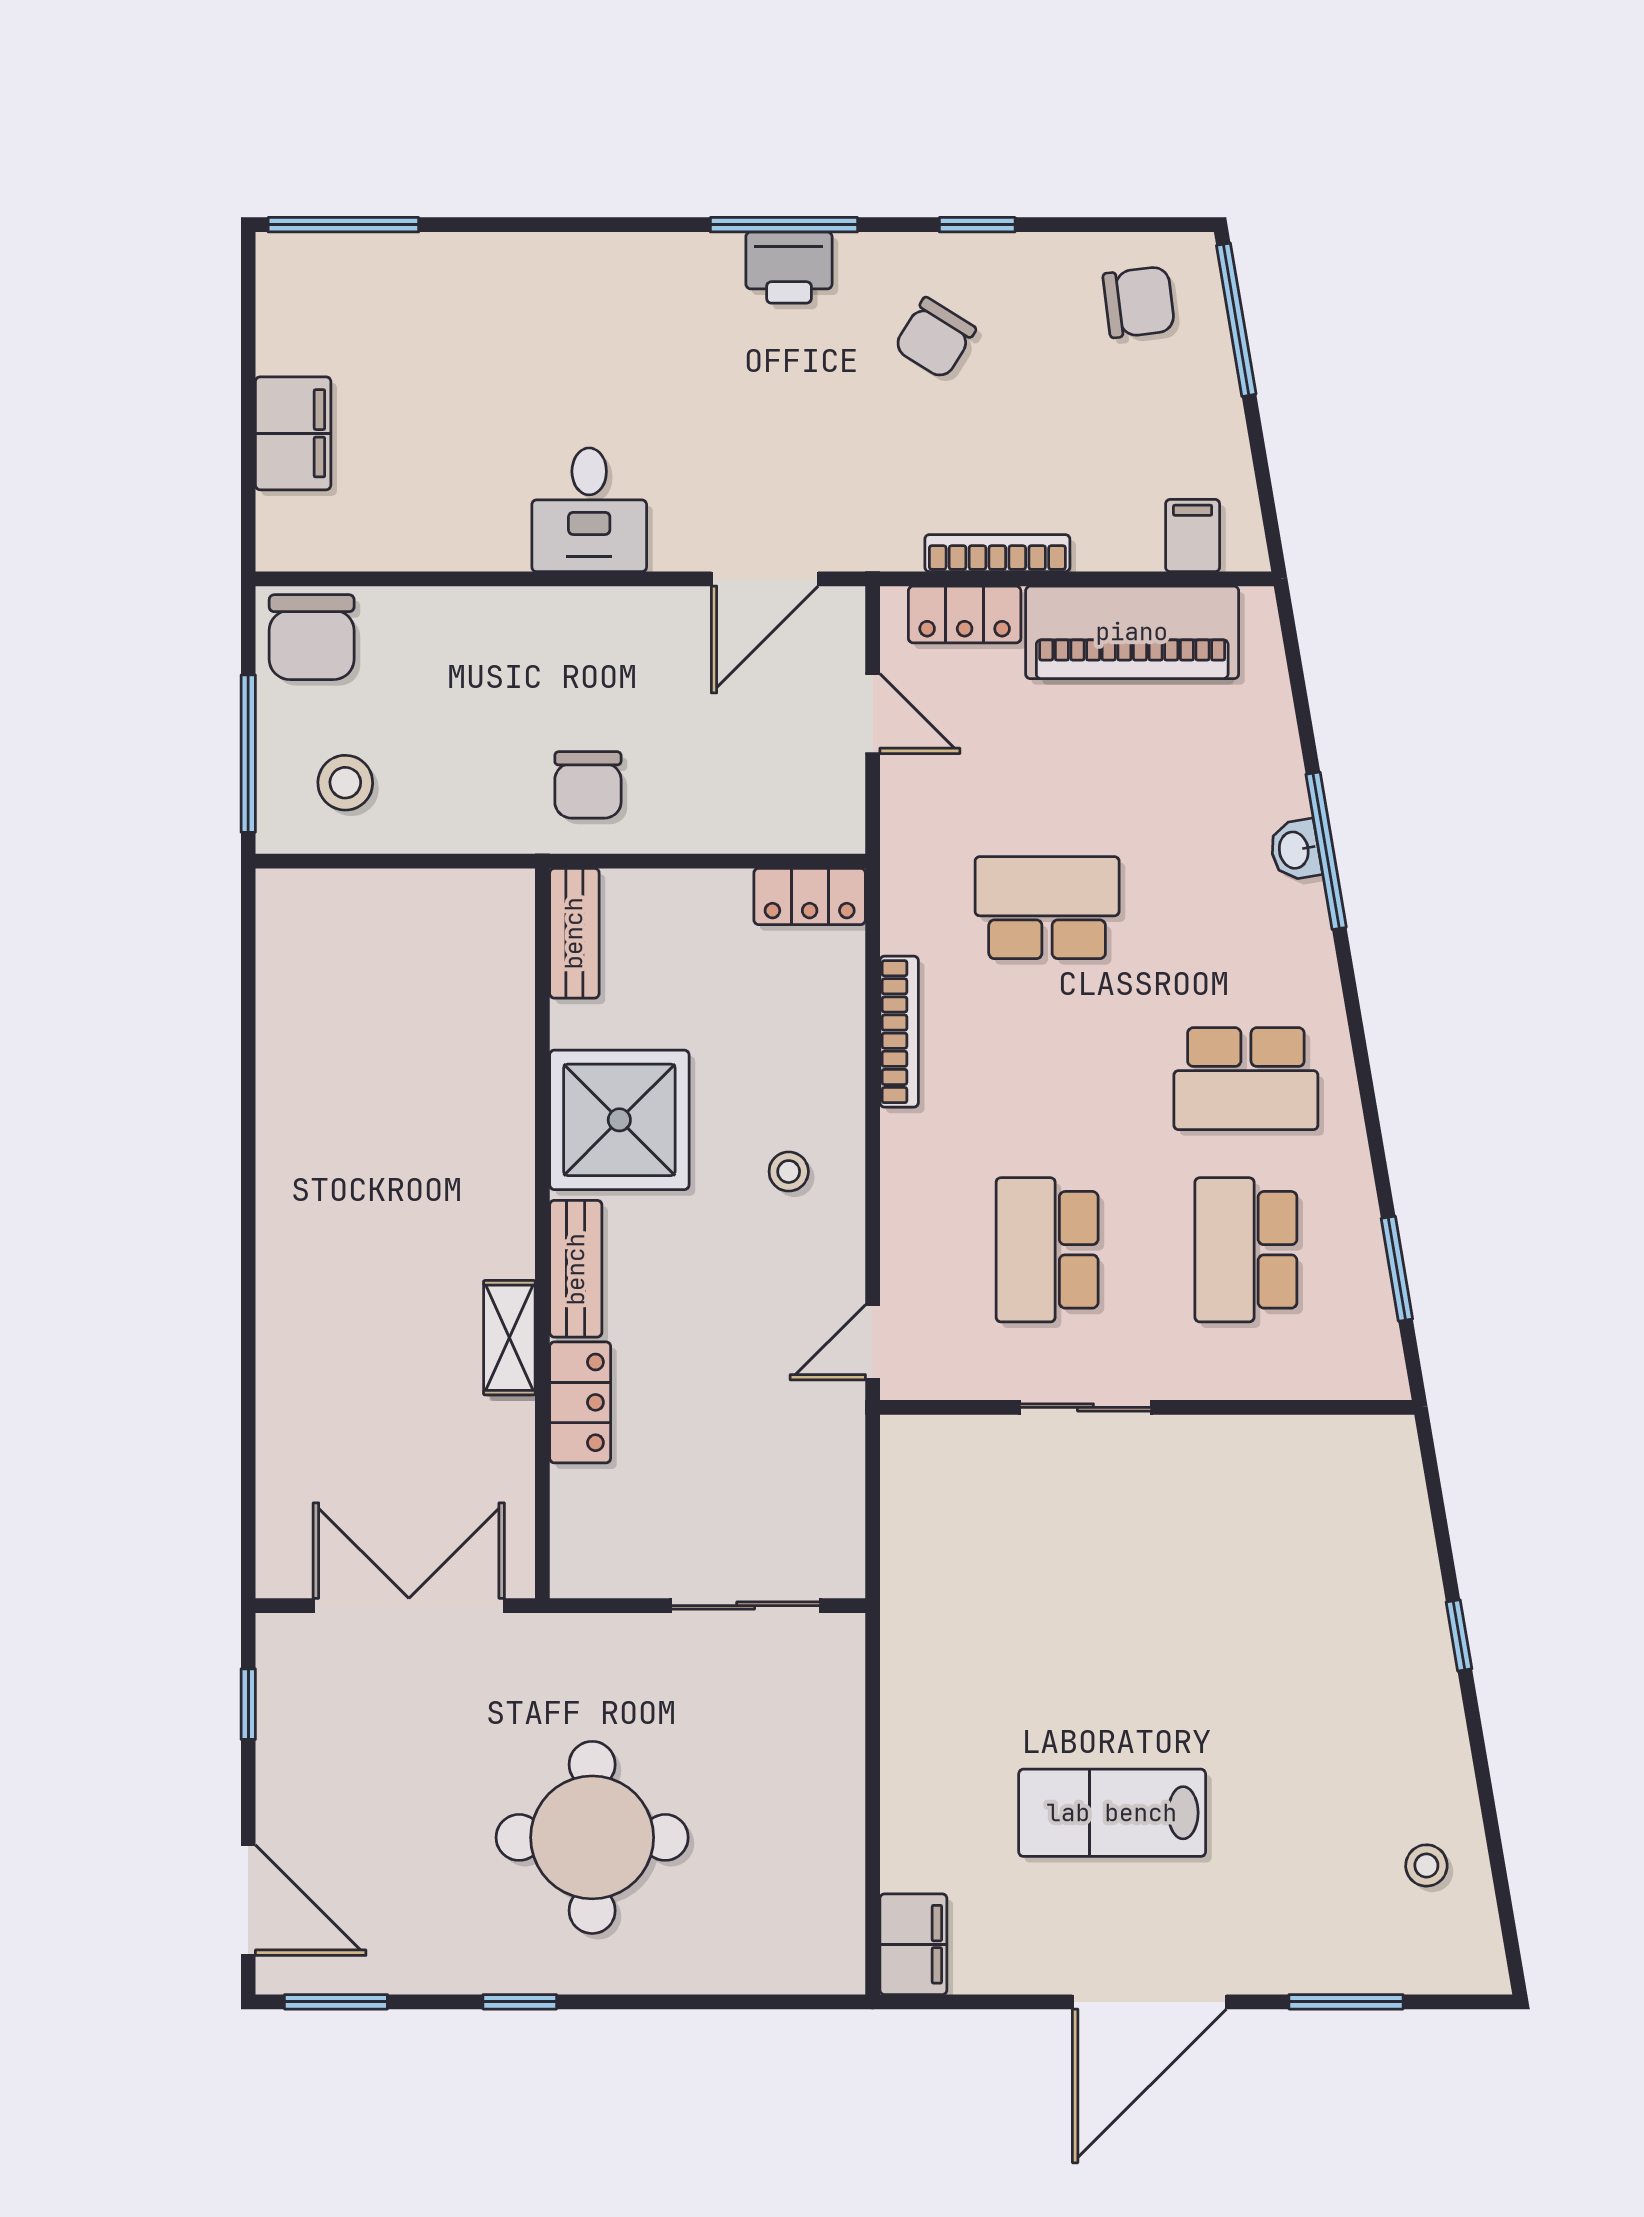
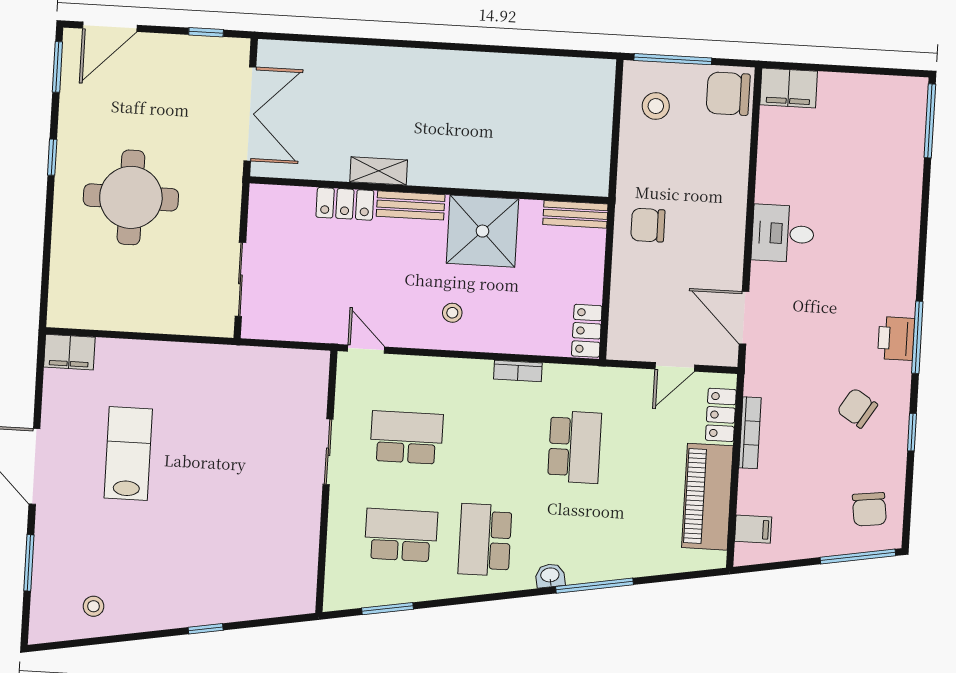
filing cabinet: (293, 433) -> (789, 88), moved
washbasin: (1295, 850) -> (550, 576), moved
bookcase: (899, 1032) -> (518, 371), width x0.64

